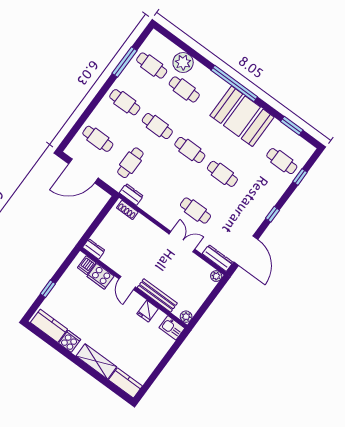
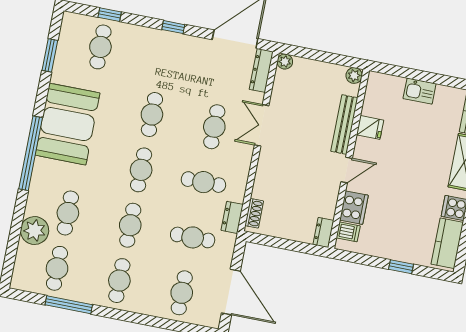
cafe table: (163, 187) -> (203, 182), added
kitchen sink: (172, 328) -> (420, 91), moved, turned 90

